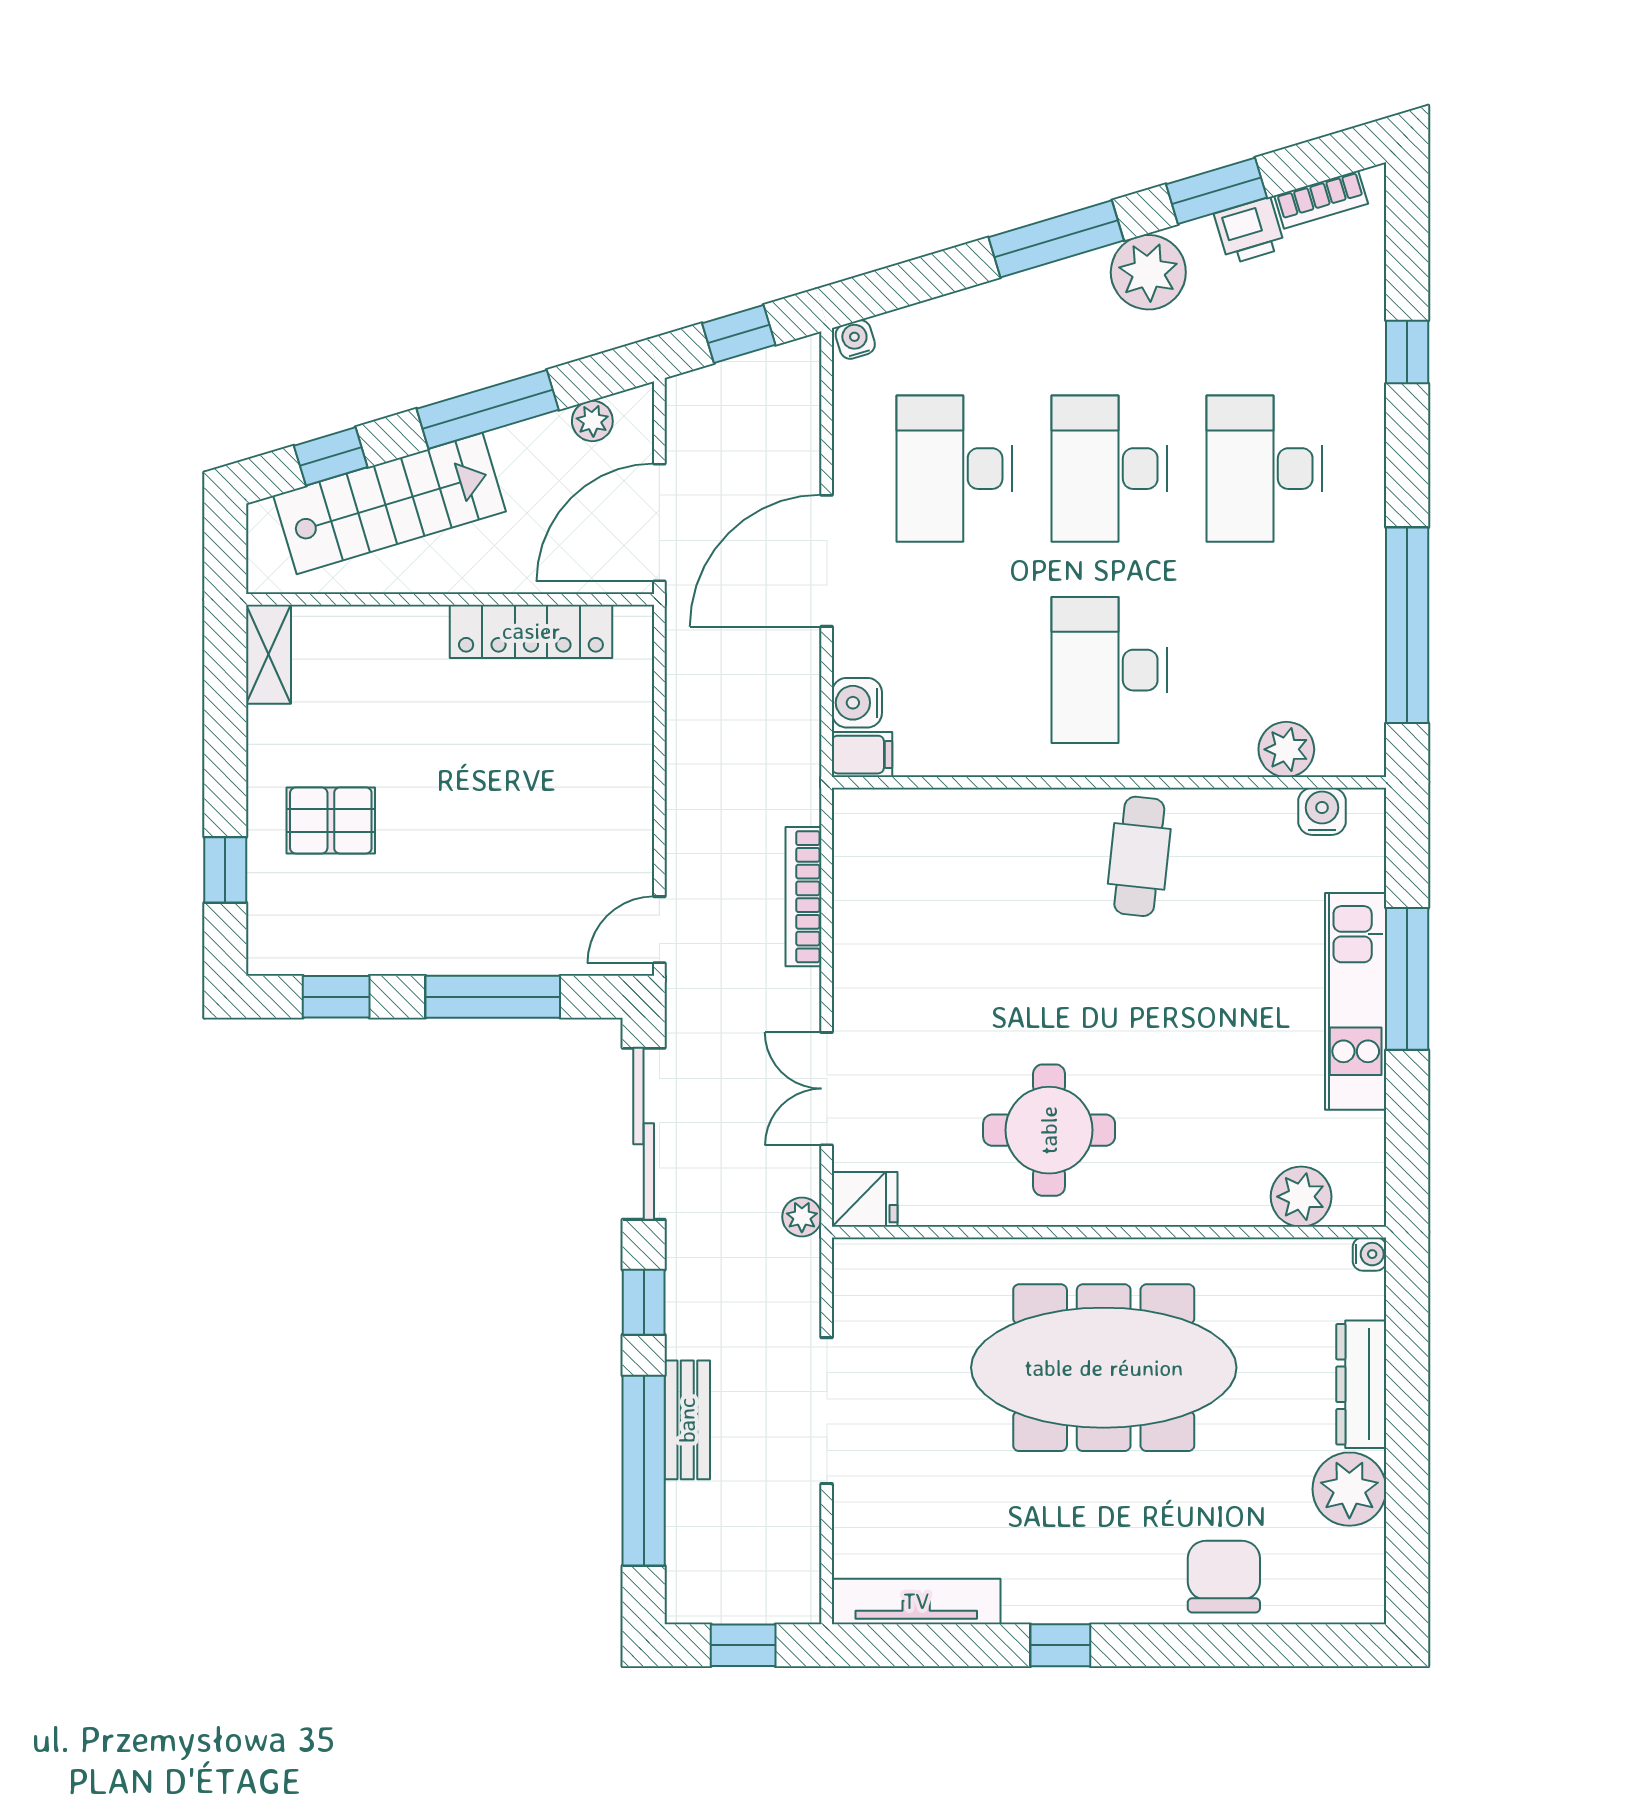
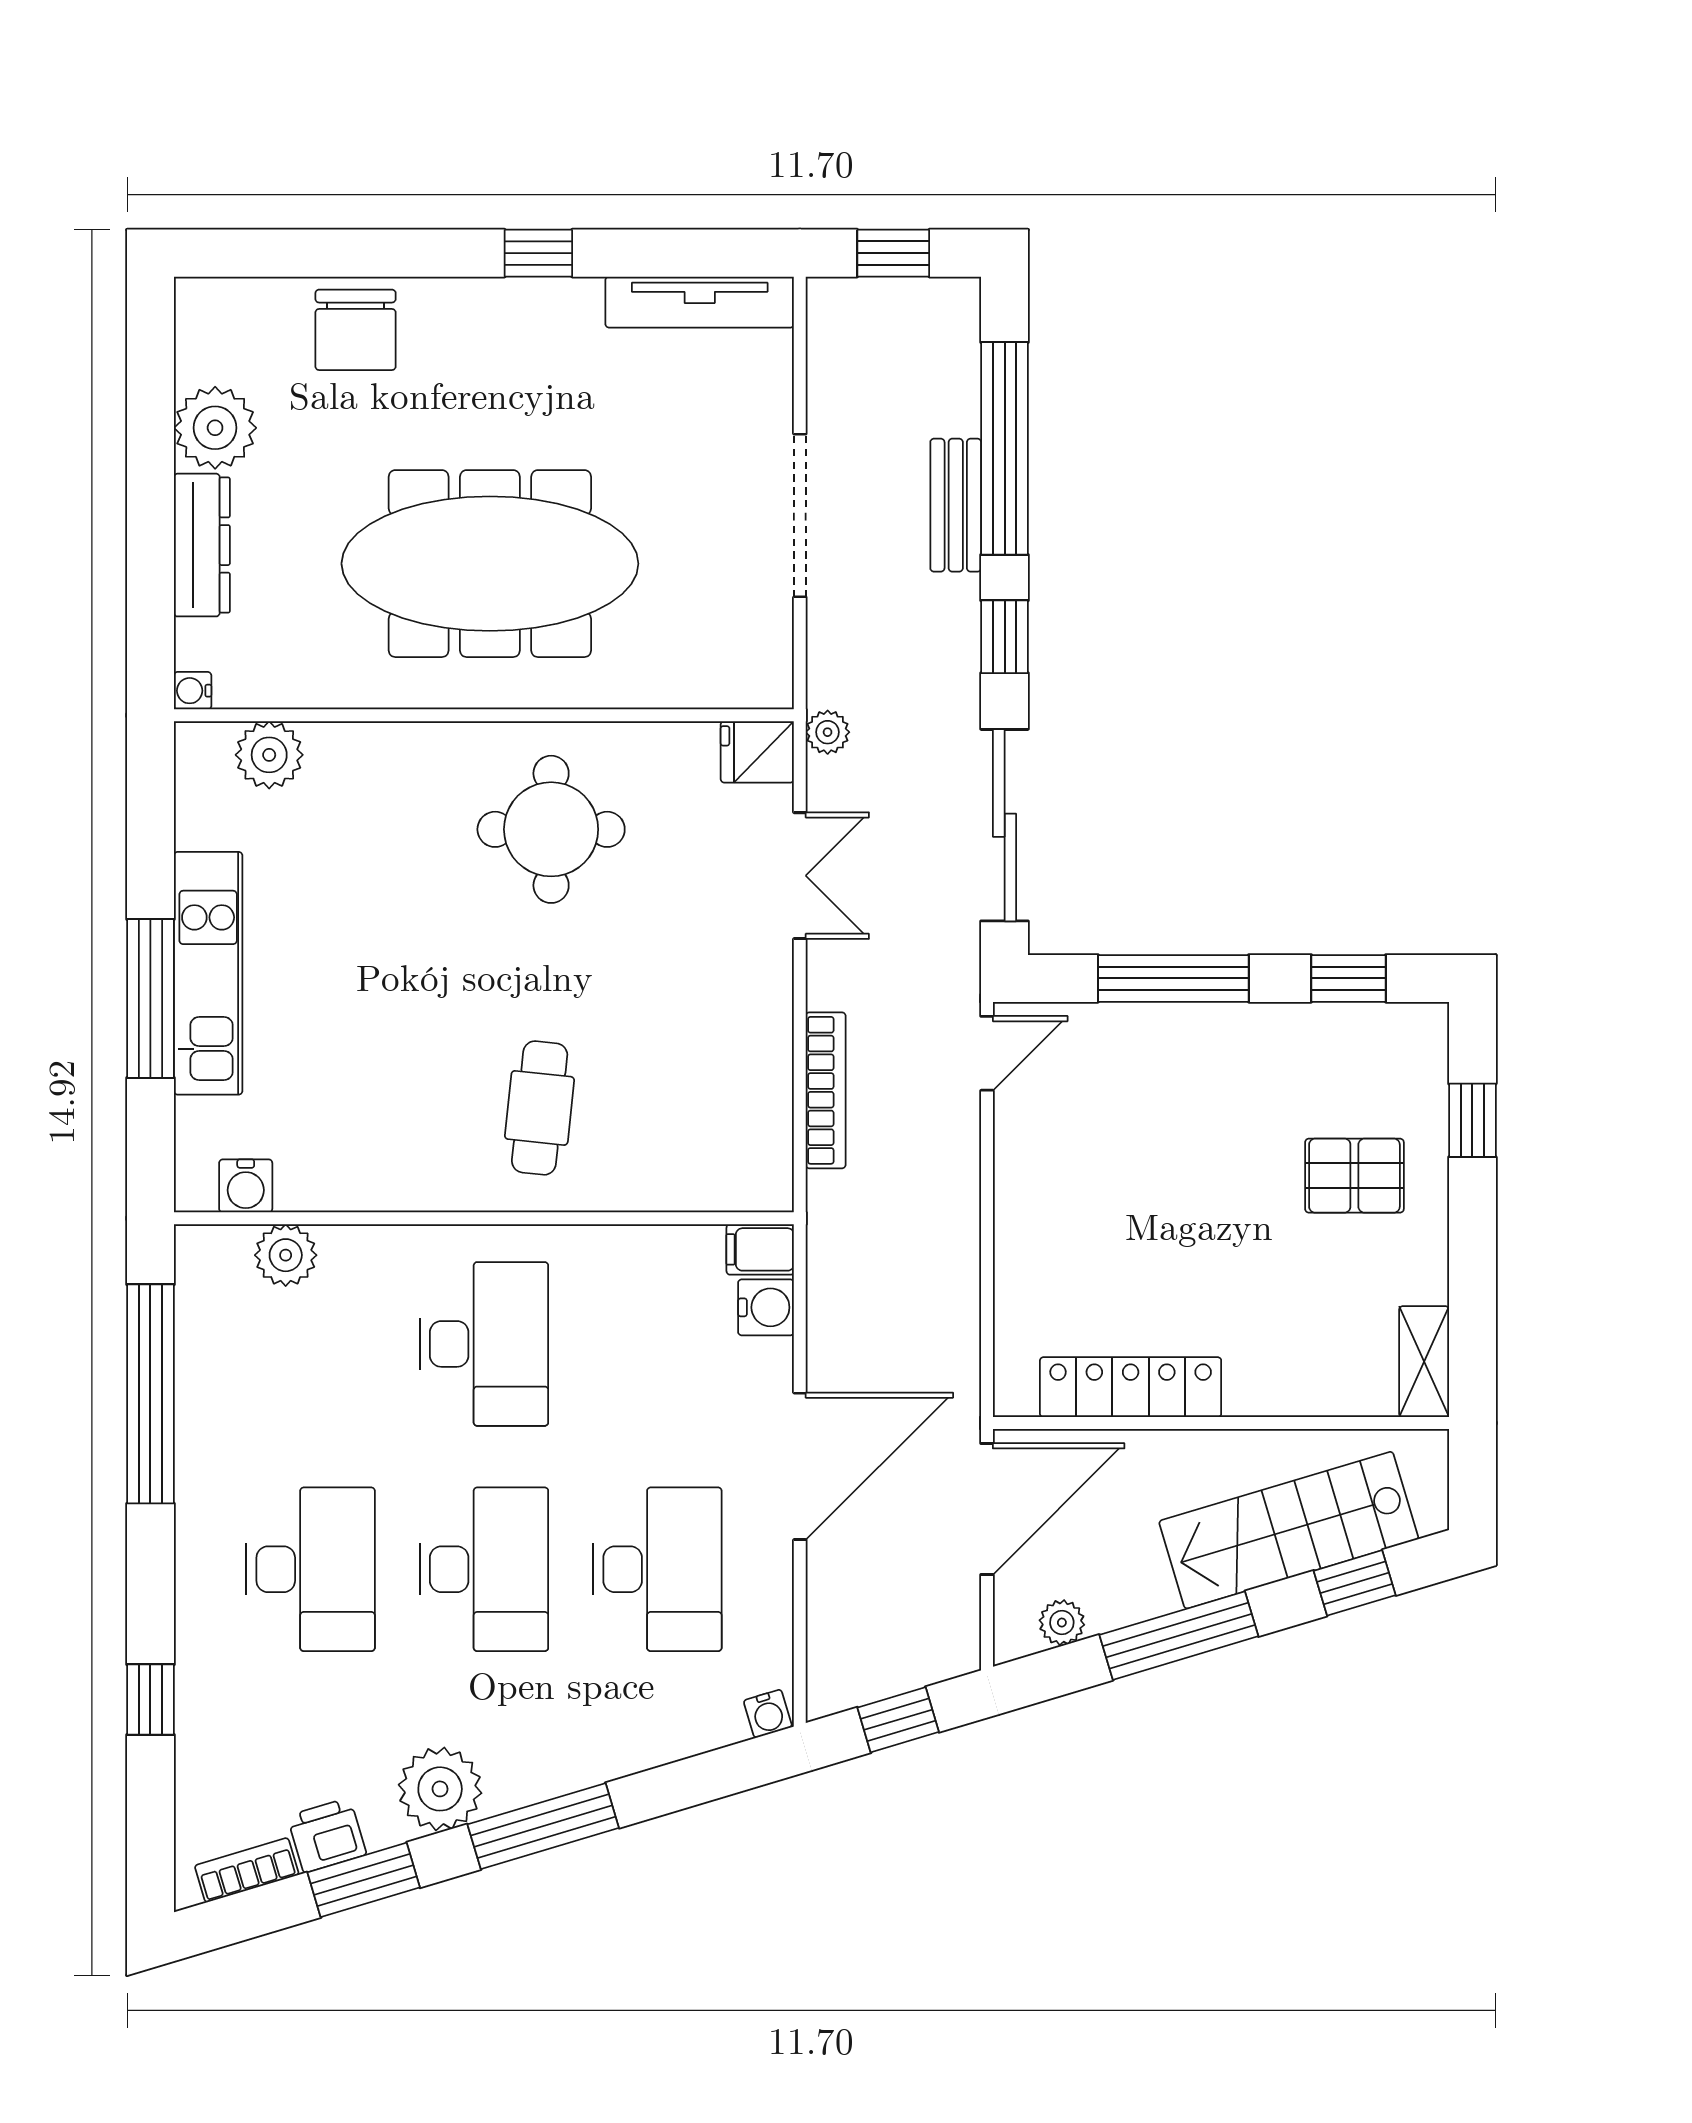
cafe table: (1139, 856) -> (540, 1108), moved

